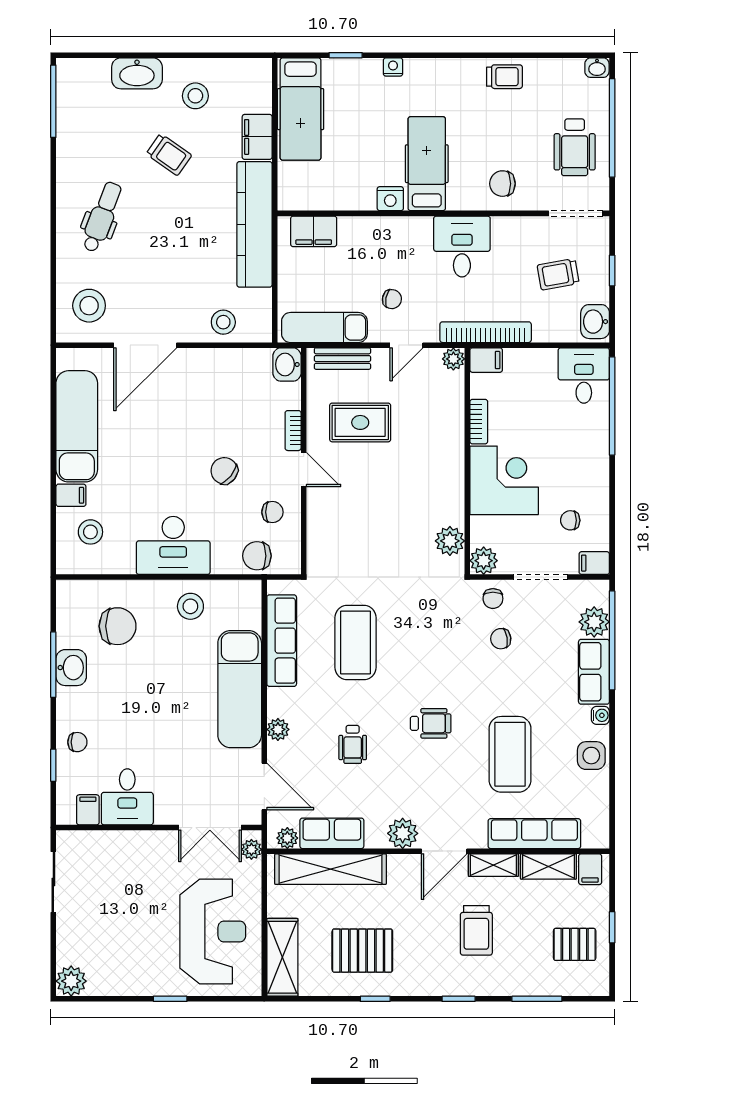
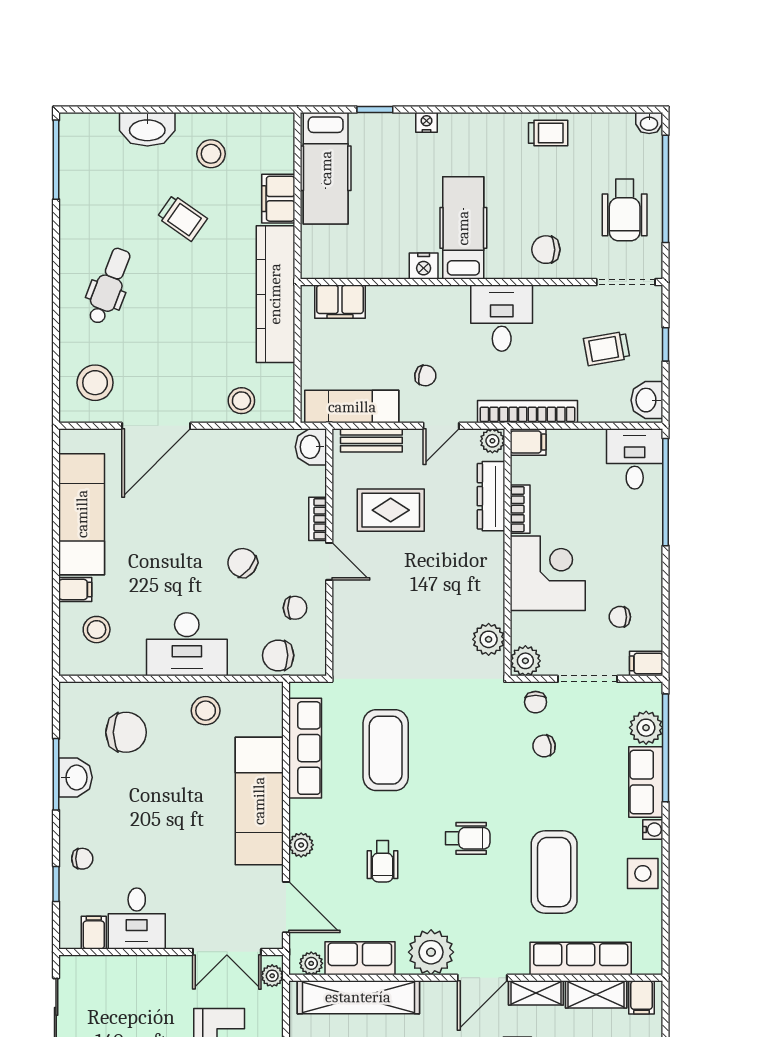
dresser: (452, 410) -> (491, 496), added
plant: (403, 833) -> (431, 952), width x1.36, depth x1.36

